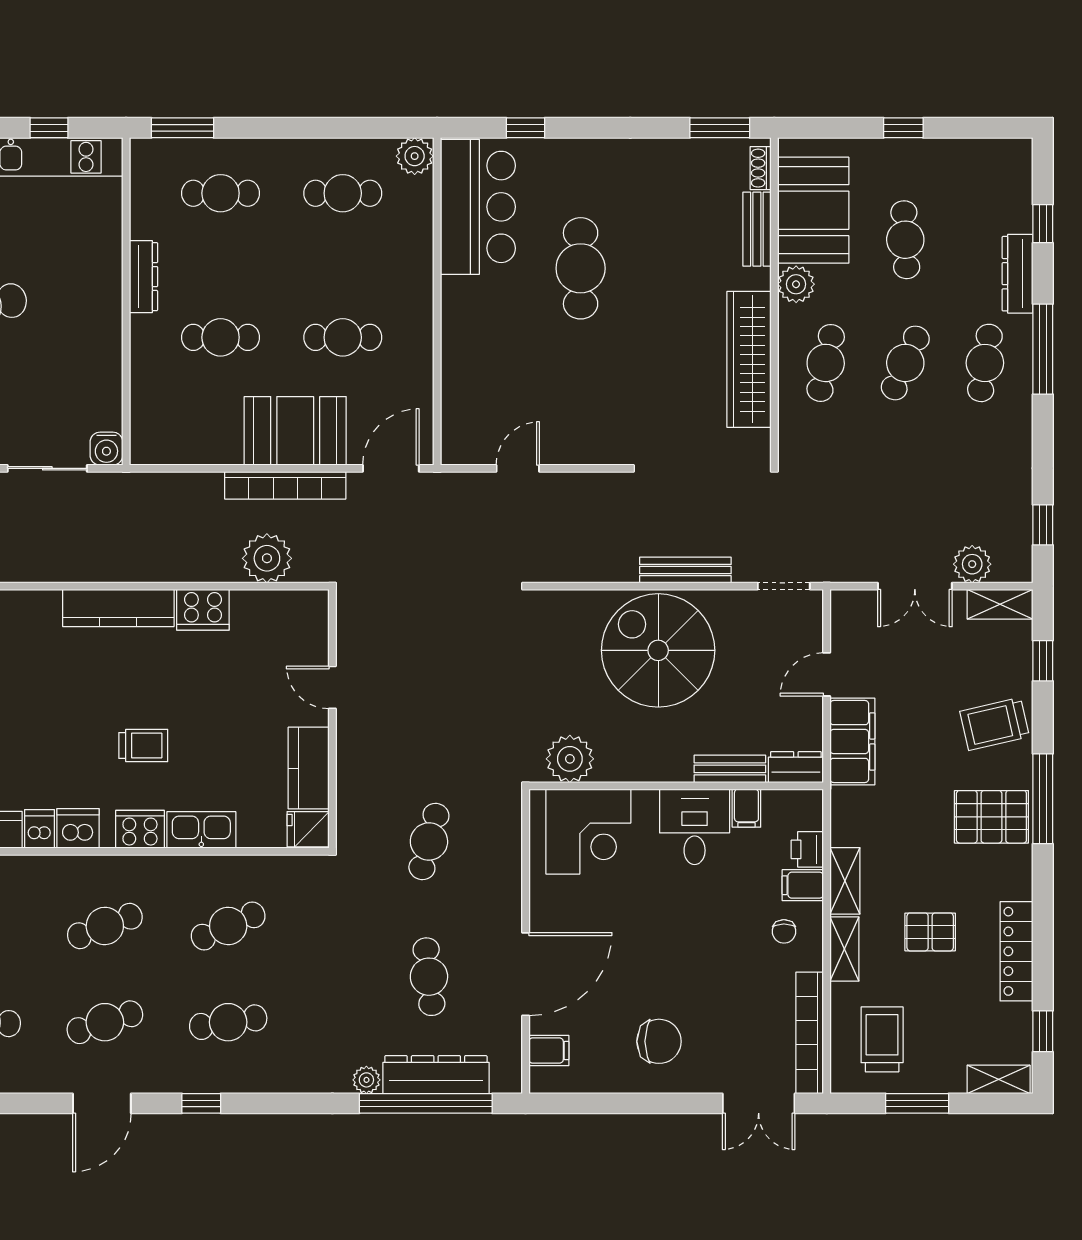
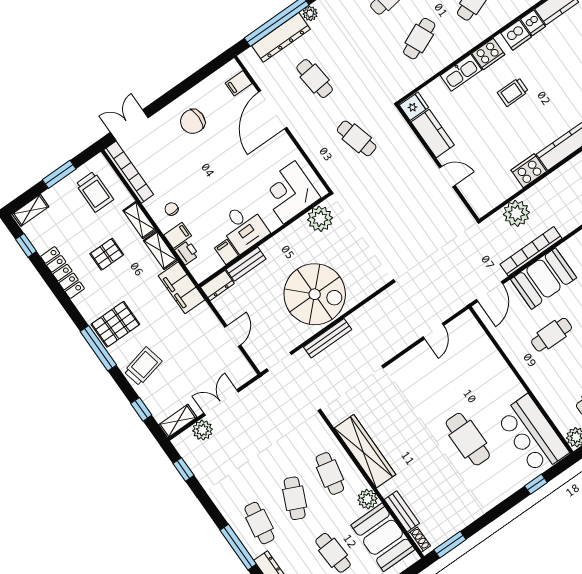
filing cabinet: (852, 741) -> (182, 288), moved
cafe table: (429, 841) -> (357, 138), turned -30

